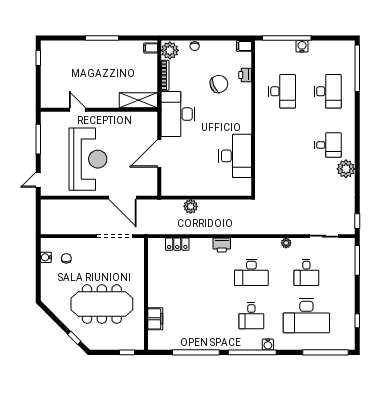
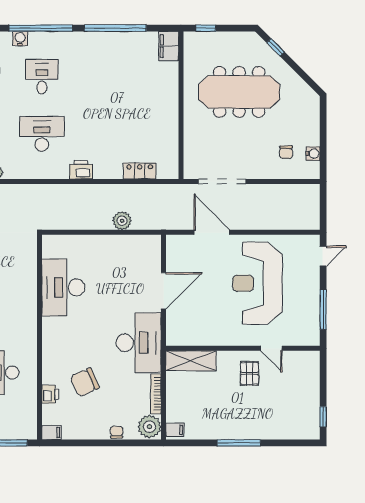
pallet: (94, 91) -> (250, 373), added
filing cabinet: (155, 319) -> (169, 46), moved

